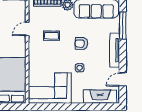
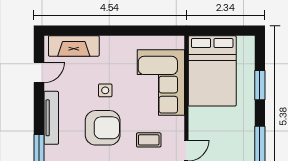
armchair: (81, 44) -> (103, 128), width x1.88, depth x1.88
corner sofa: (50, 88) -> (161, 82), moved, turned 90

